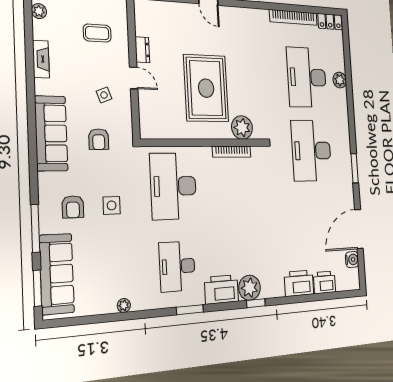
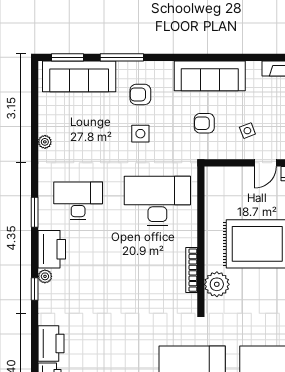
plant: (249, 288) -> (45, 276), width x0.53, depth x0.53

